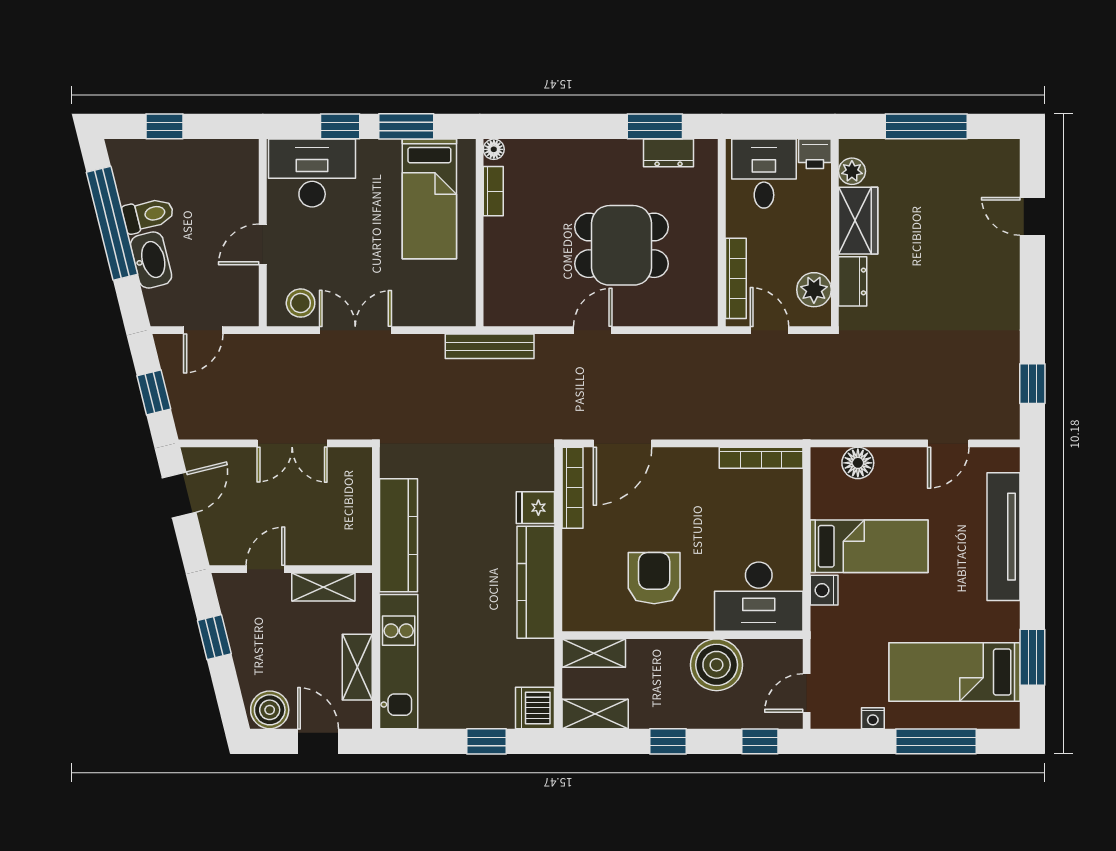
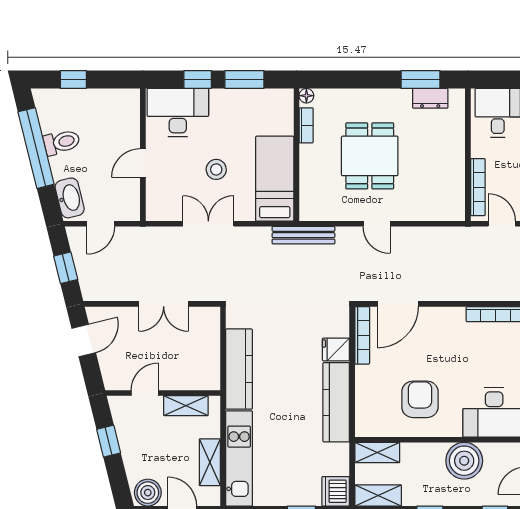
bed: (429, 199) -> (275, 179), moved, turned 180
dining table: (621, 245) -> (370, 156), moved, turned 90
washbasin: (151, 260) -> (70, 198), moved
stool: (301, 303) -> (216, 169), moved
door: (593, 330) -> (377, 224), swing flipped

